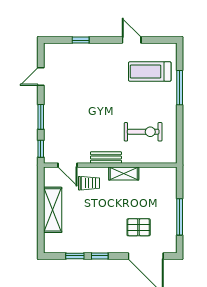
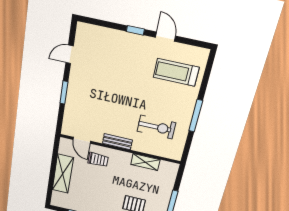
window: (81, 40) -> (135, 30), moved
window: (180, 88) -> (196, 116), moved
window: (41, 149) -> (60, 121), removed
shelving: (124, 173) -> (145, 162), moved

